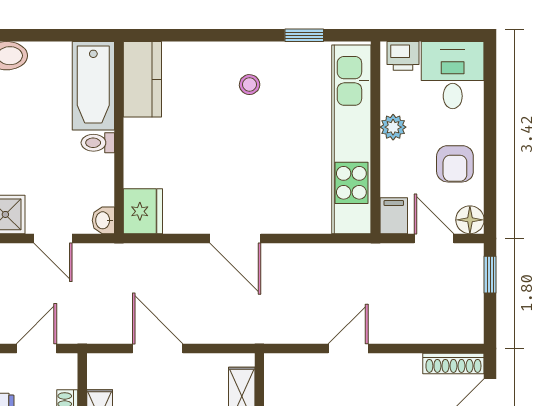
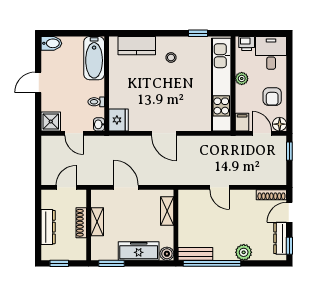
kitchen counter: (142, 79) -> (137, 46), moved, turned 90
toilet: (98, 143) -> (96, 102), moved
door: (348, 348) -> (220, 187), swing flipped

